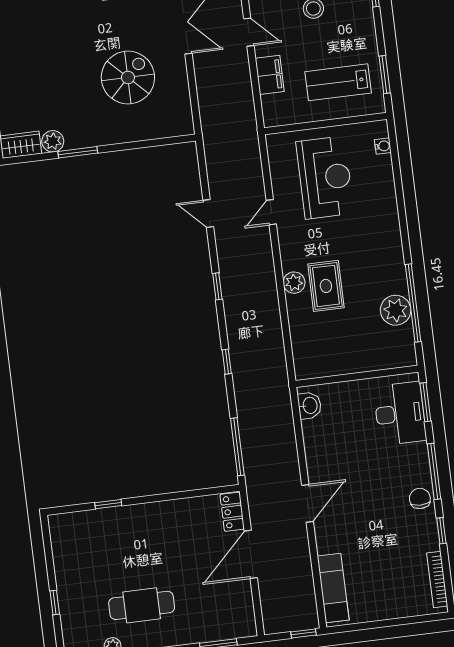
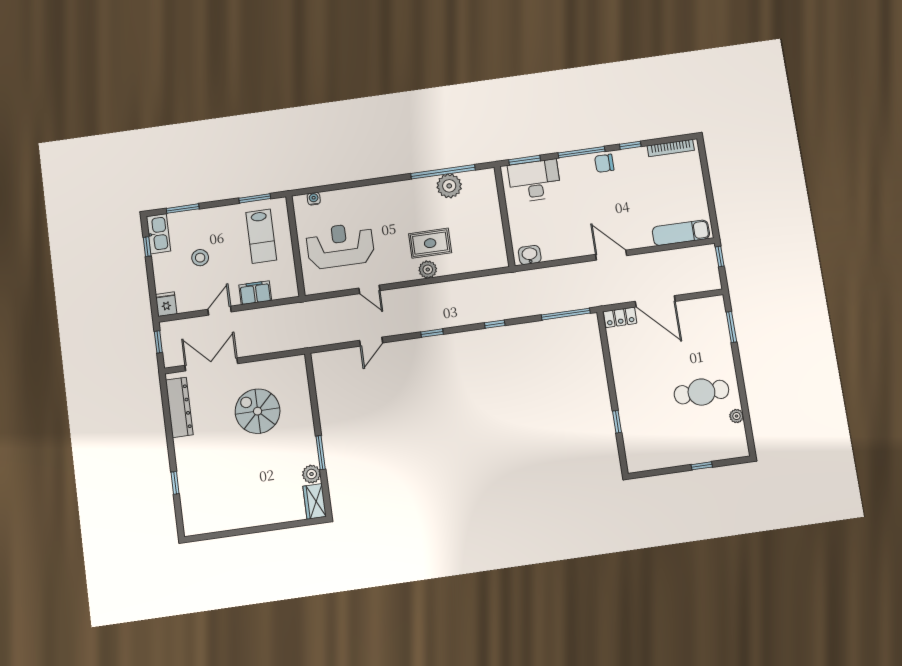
cafe table: (142, 605) -> (701, 392), turned 90

